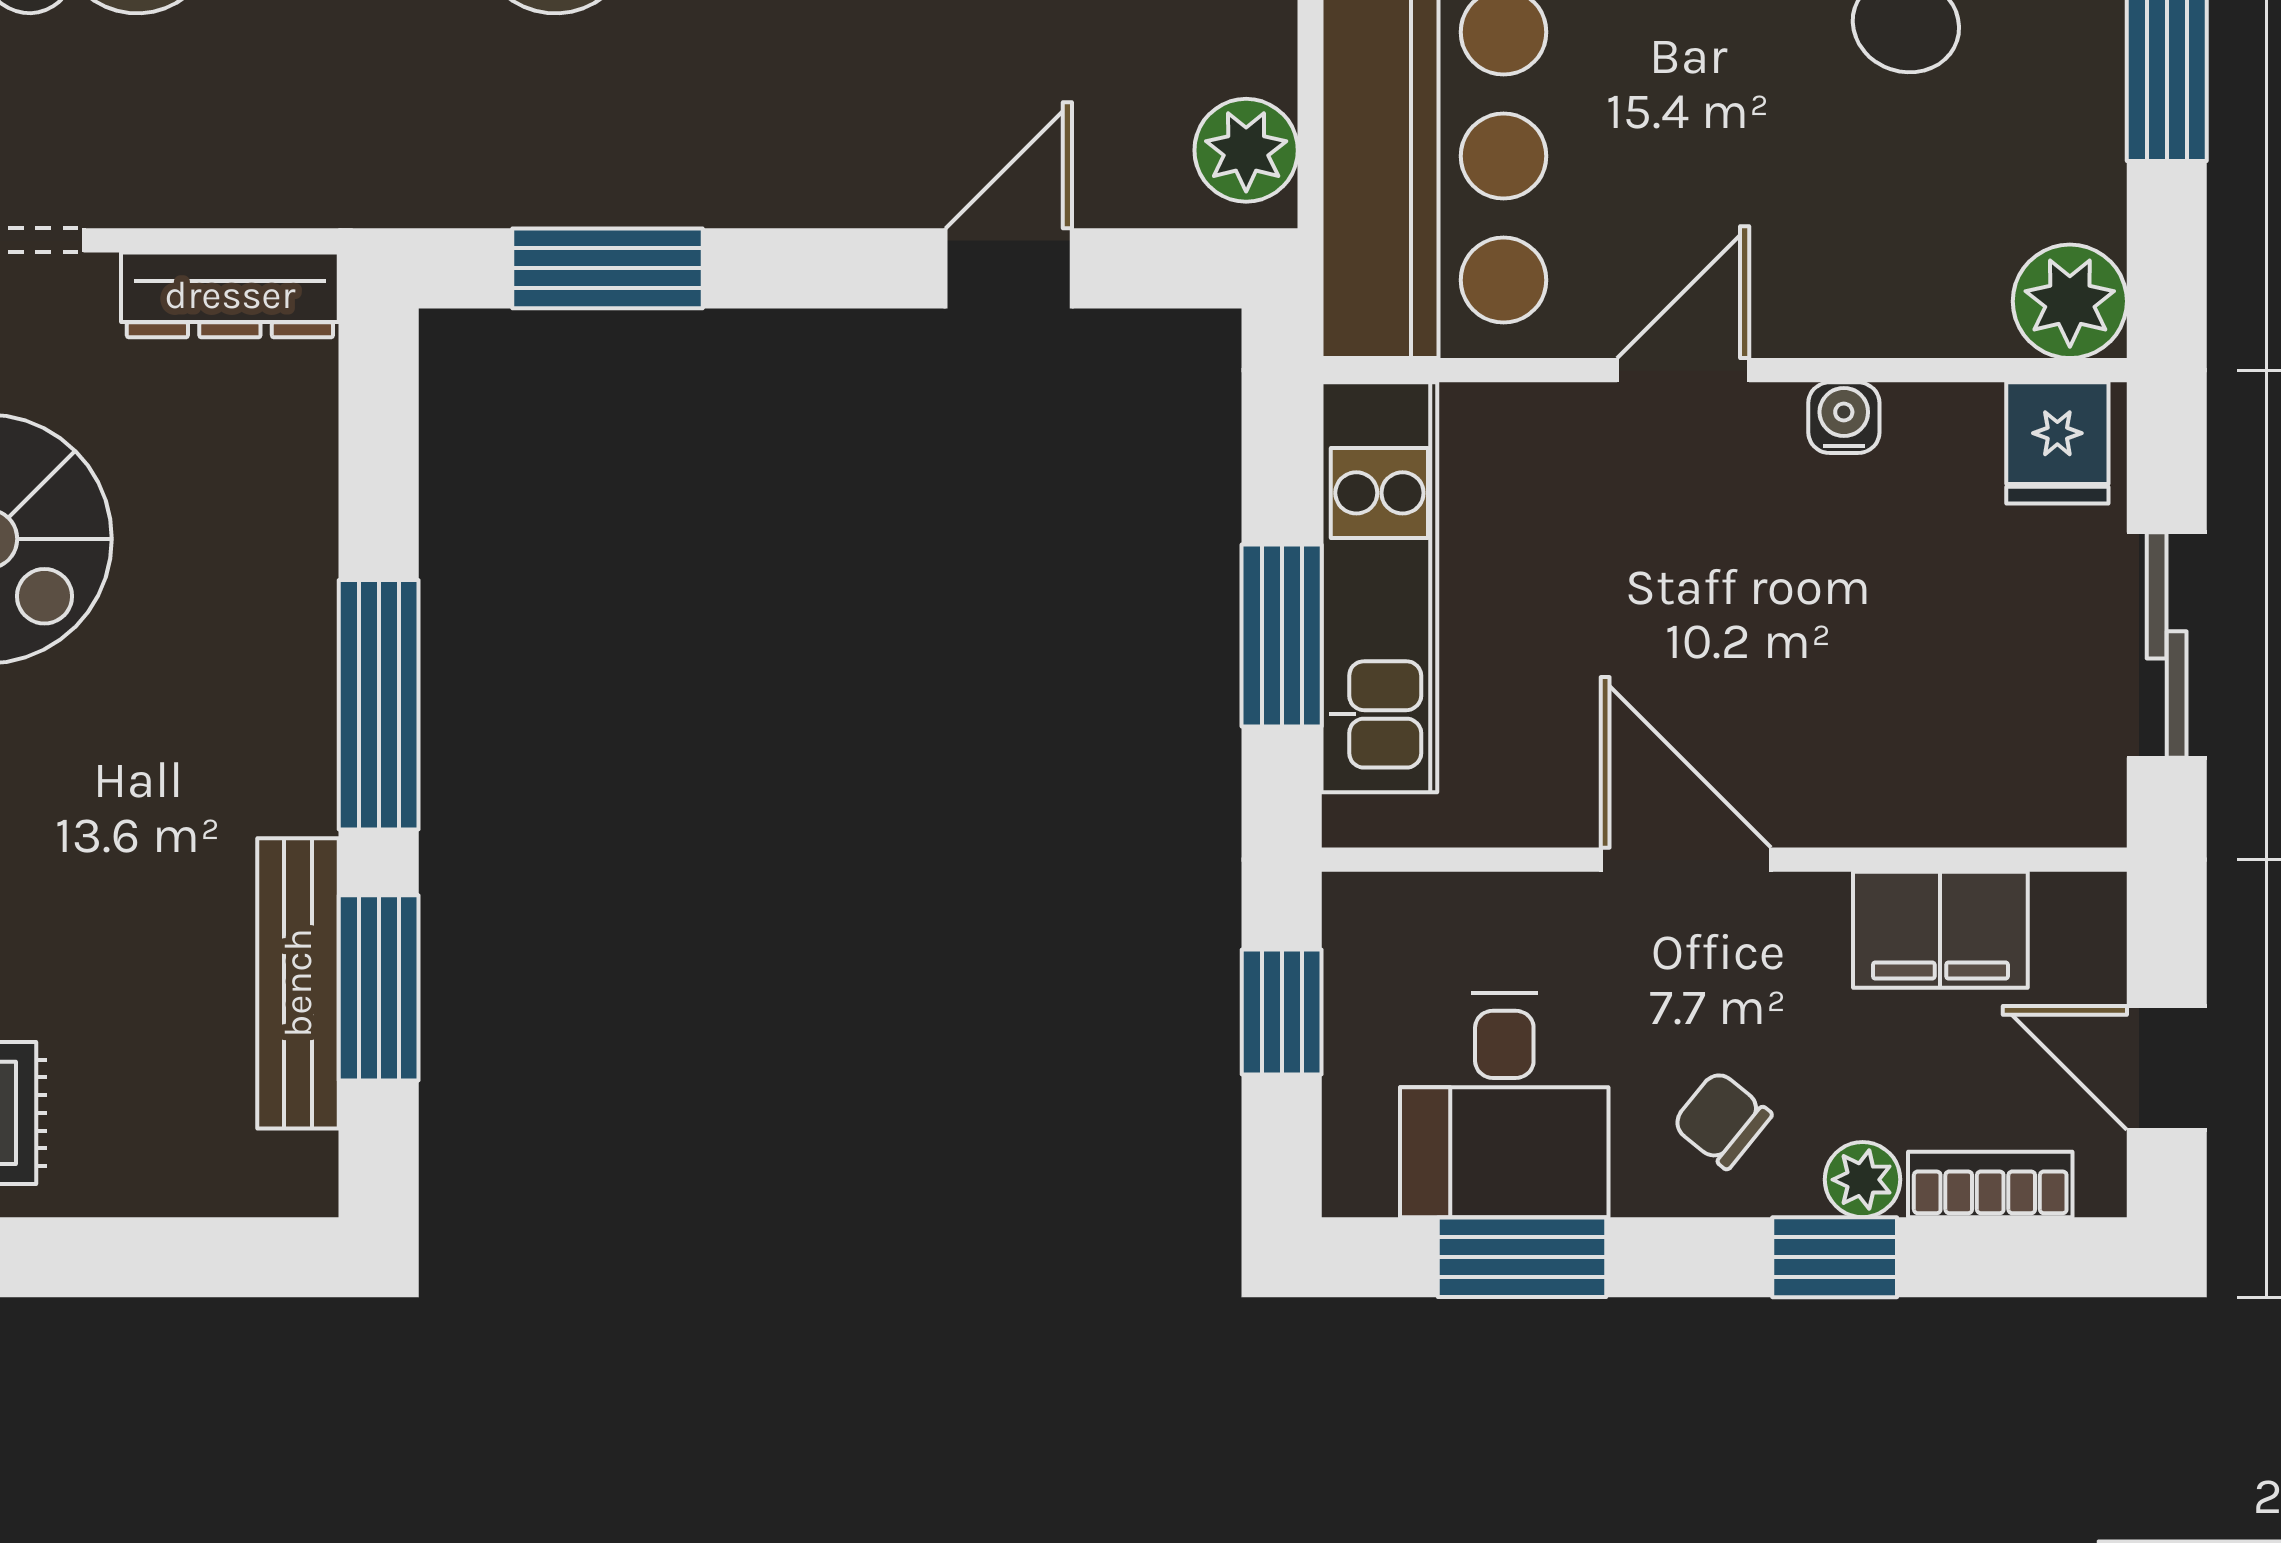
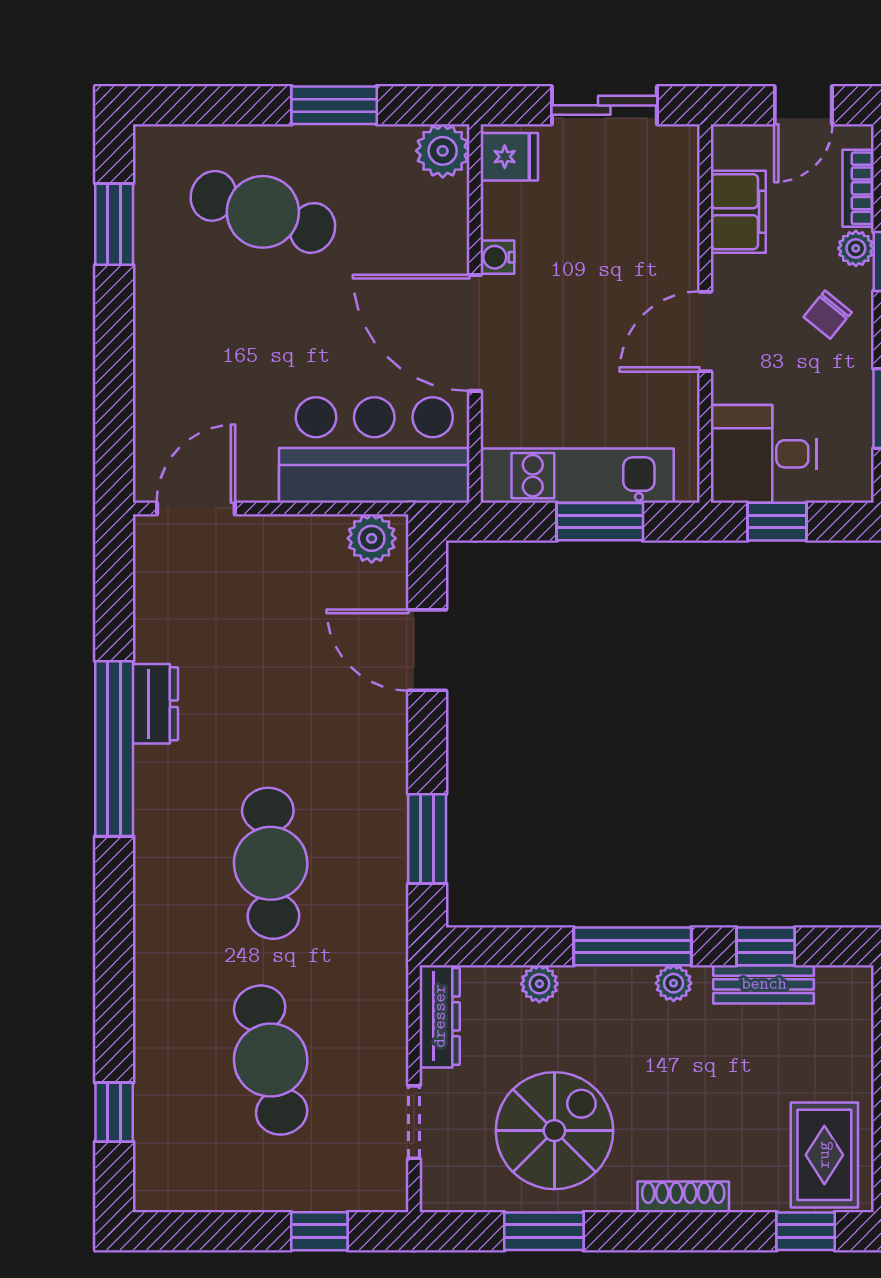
door: (1009, 268) -> (427, 650), width x1.38
door: (1683, 370) -> (475, 333), width x1.87
plant: (299, 507) -> (539, 984), added
plant: (301, 792) -> (674, 983), added
bench: (298, 983) -> (764, 984), width x0.73
window: (379, 988) -> (766, 946), width x0.67
desk: (1504, 1105) -> (764, 454), moved, turned 180

